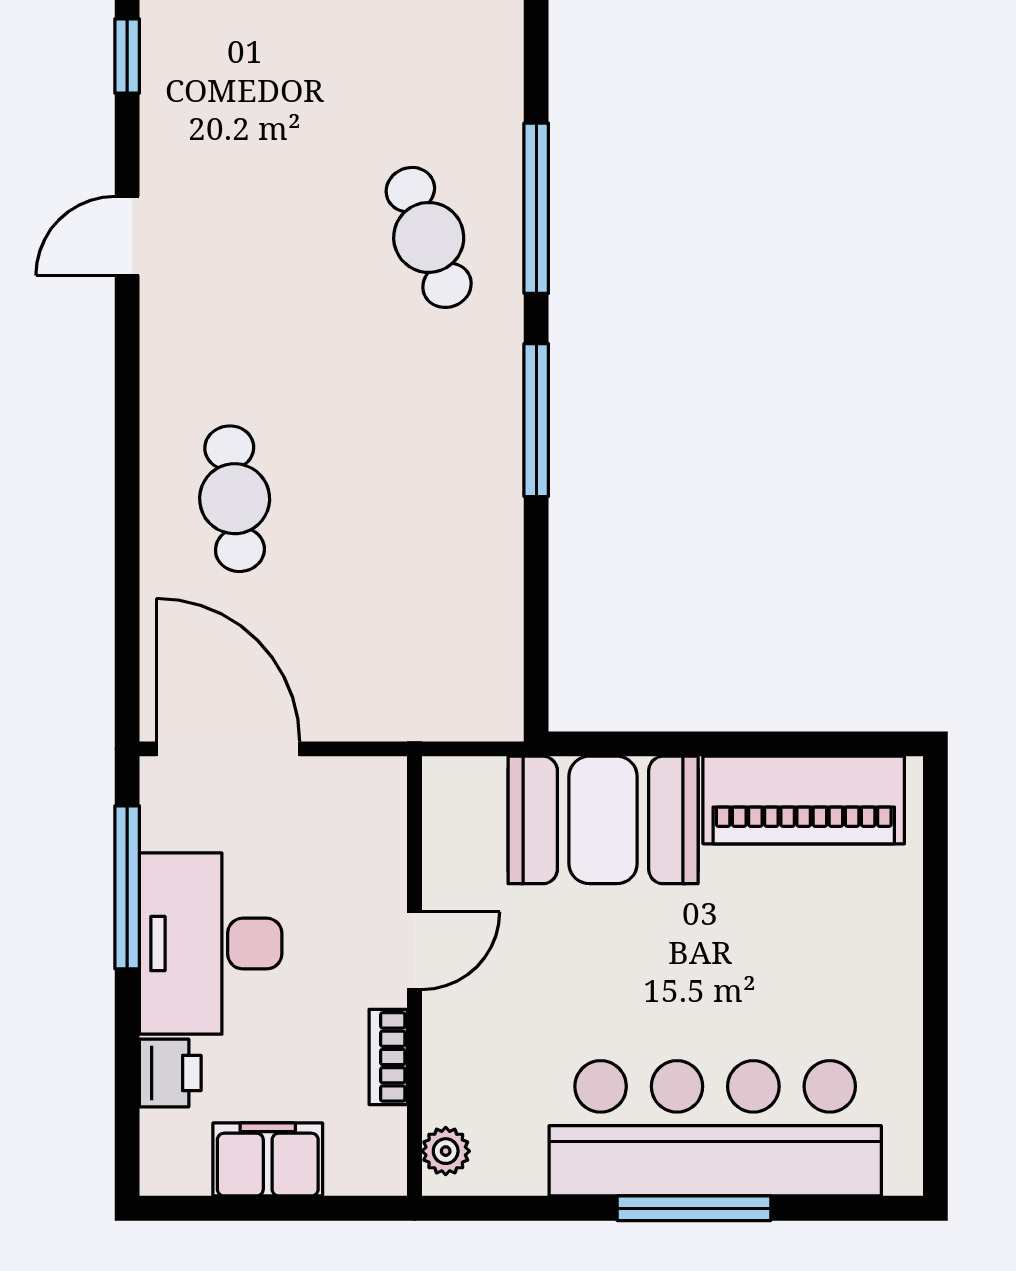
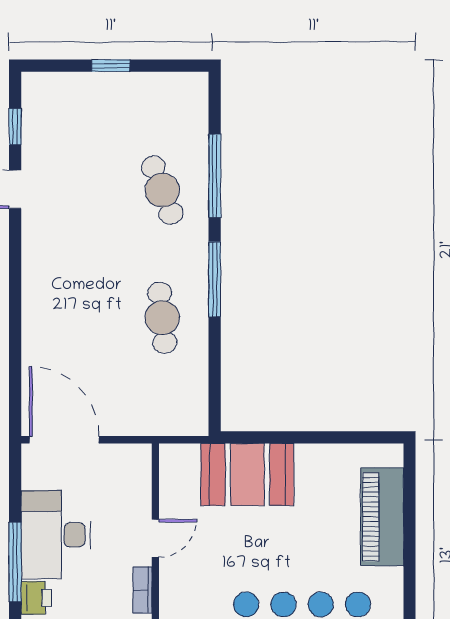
window: (127, 56) -> (15, 127), moved
cafe table: (235, 499) -> (162, 318), moved
piano: (804, 800) -> (382, 517), moved, turned 90
window: (127, 887) -> (15, 562), moved

